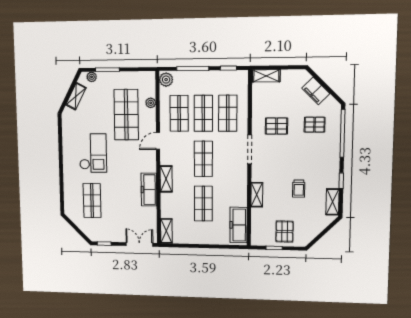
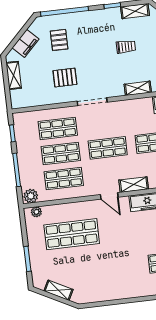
shelving: (266, 76) -> (14, 75), moved
plant: (92, 77) -> (37, 275), removed
plant: (151, 103) -> (36, 212), moved
pallet: (276, 126) -> (65, 78), turned 90
door: (158, 141) -> (109, 196), moved
checkout: (93, 153) -> (116, 266), removed

